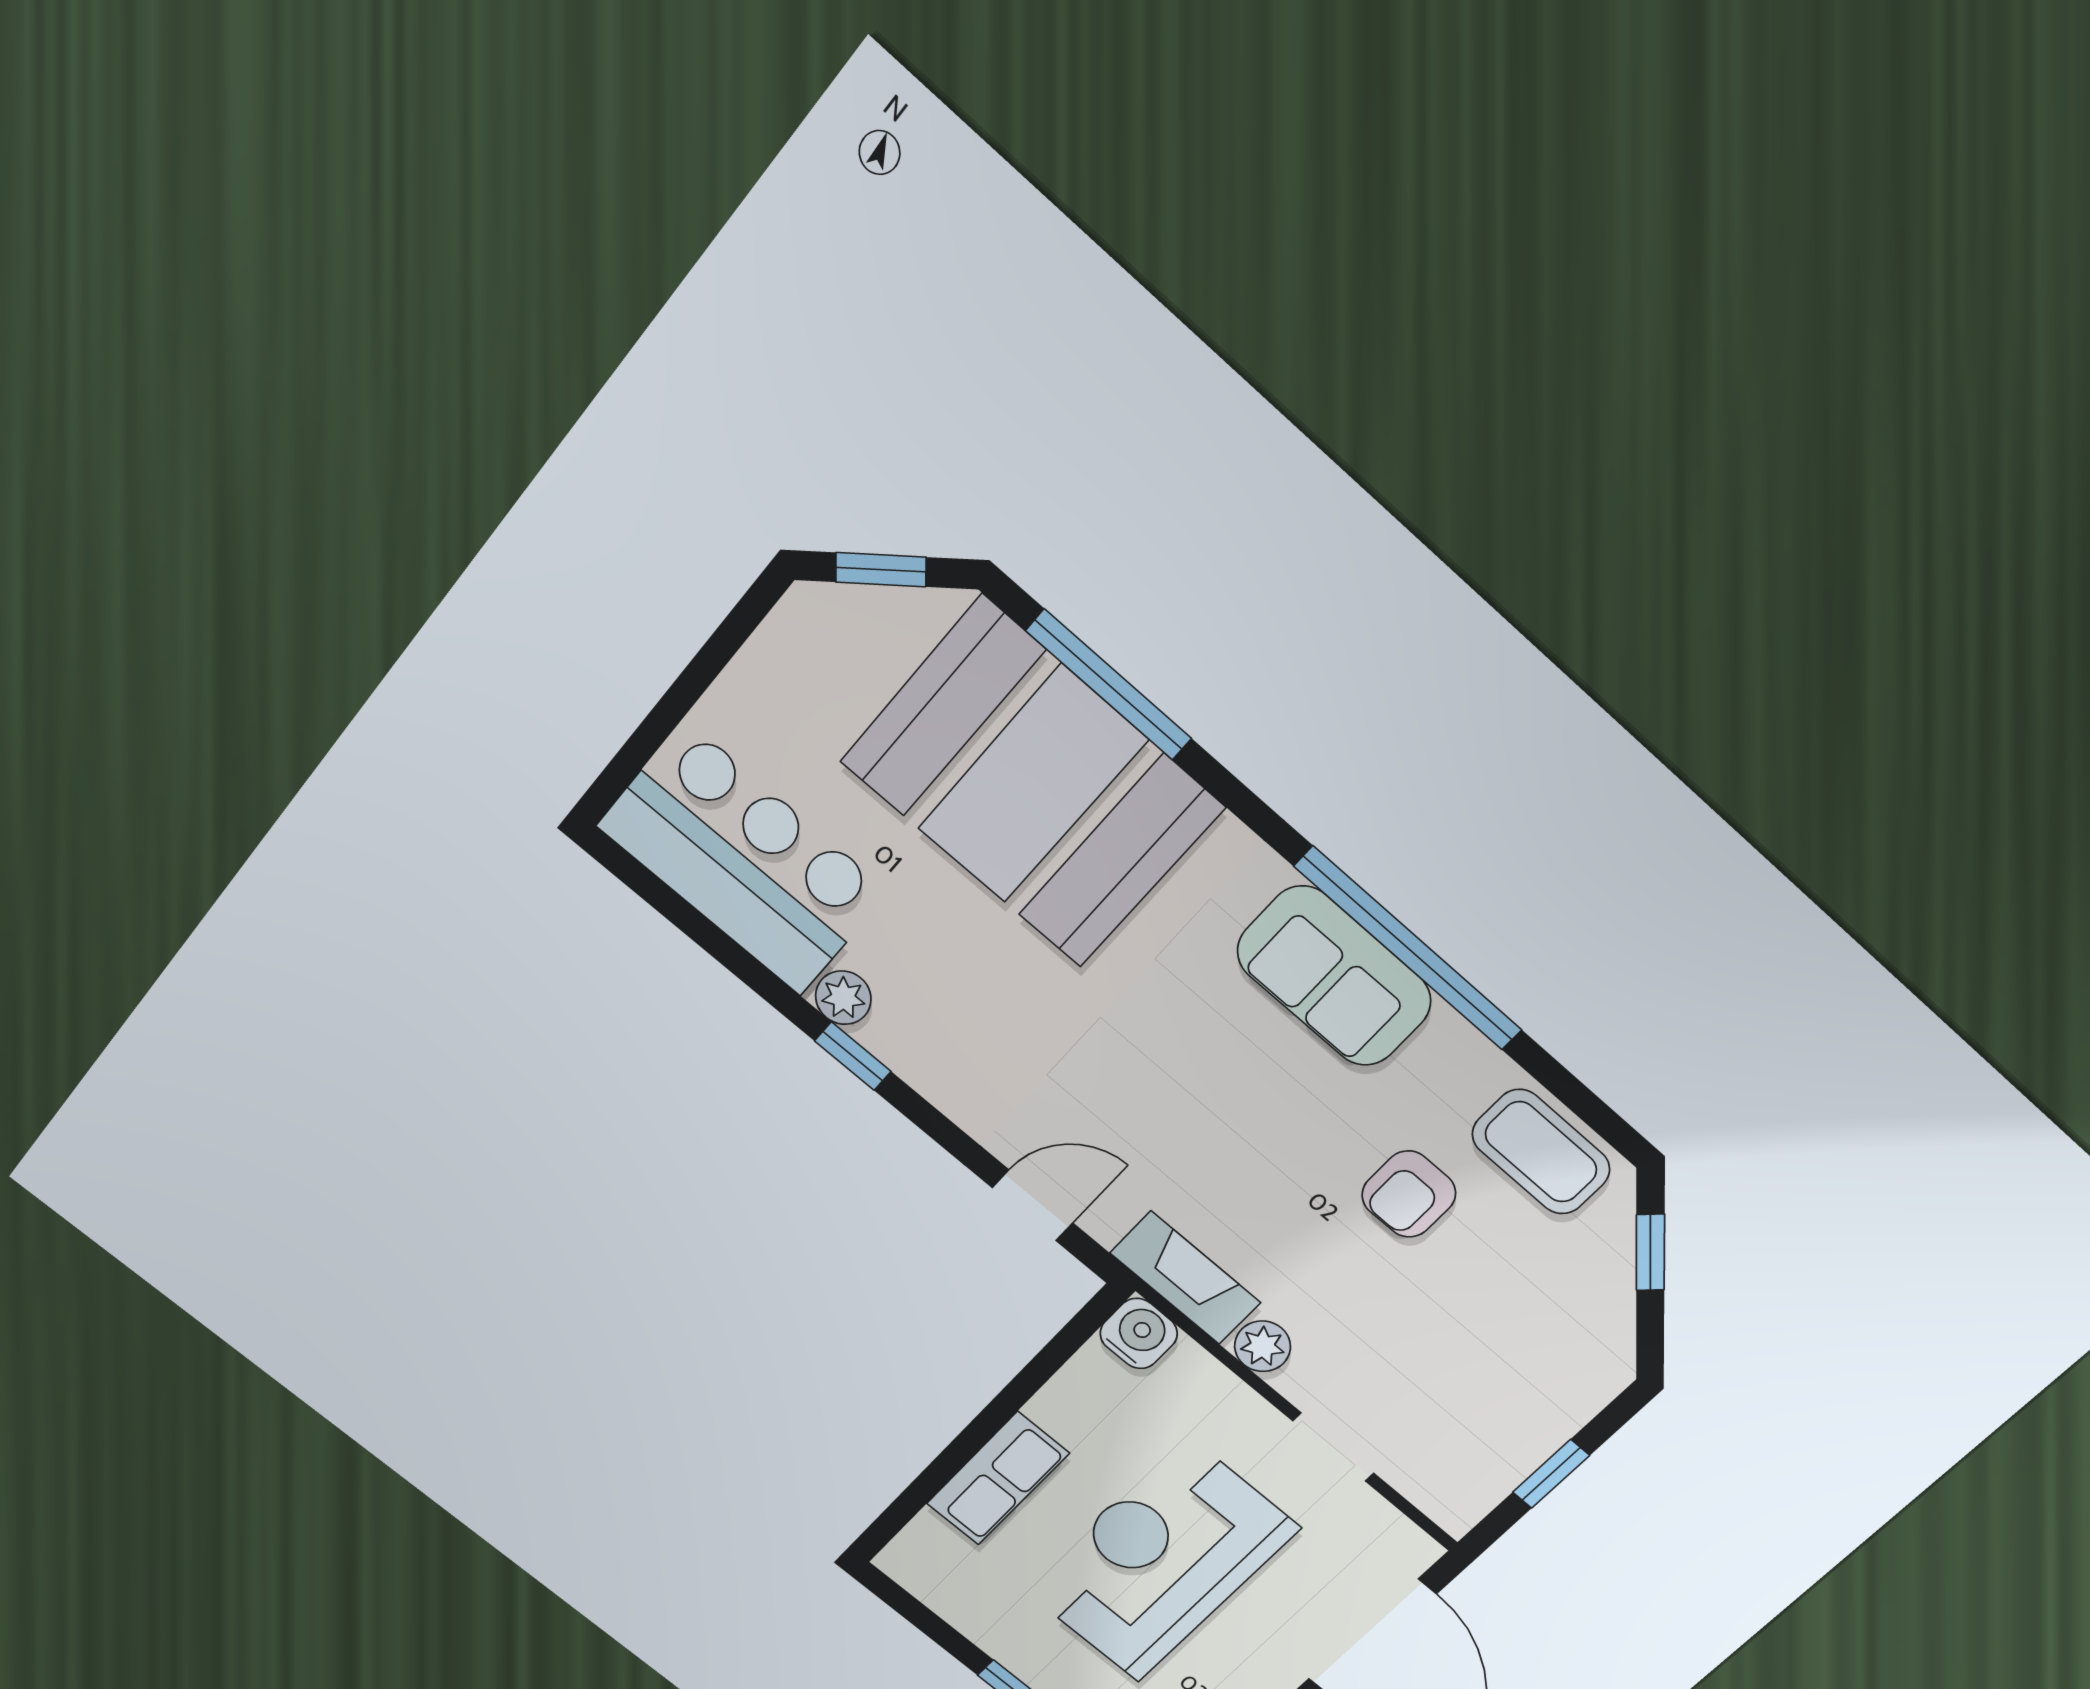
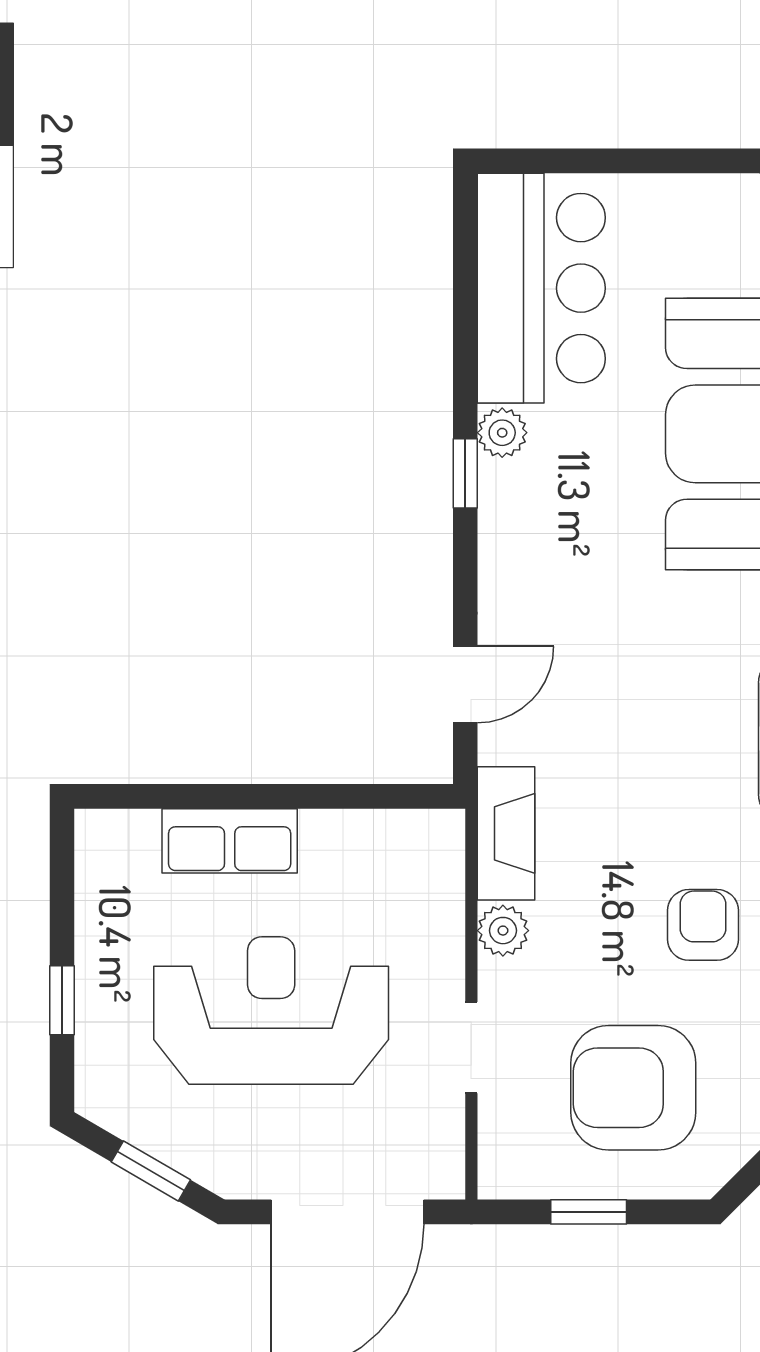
armchair: (1409, 1194) -> (703, 925), turned 90
door: (1033, 1205) -> (465, 685), hinge flipped
water cooler: (1139, 1334) -> (435, 839), removed
armchair: (1487, 1359) -> (633, 1088), added

